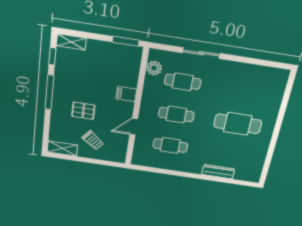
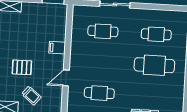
plant: (154, 68) -> (78, 22), removed
cafe table: (176, 115) -> (156, 34), moved

